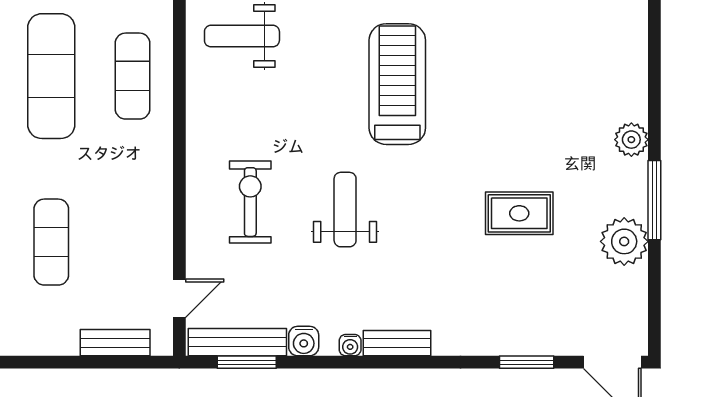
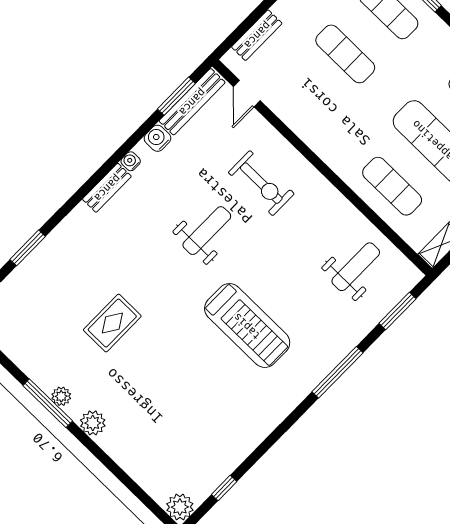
weight bench: (345, 210) -> (207, 231), turned -90
plant: (624, 241) -> (61, 396), moved, width x0.53, depth x0.53

